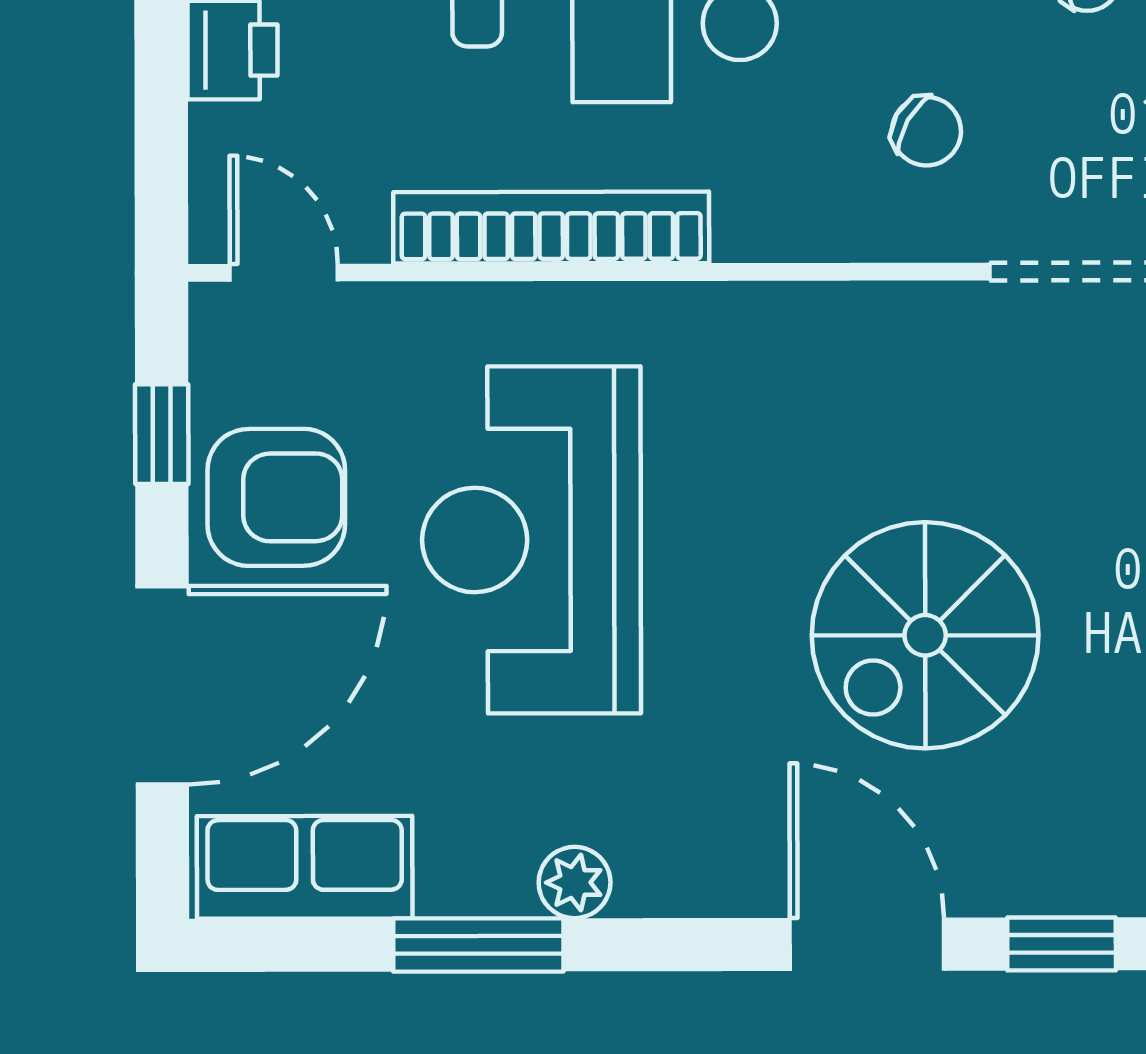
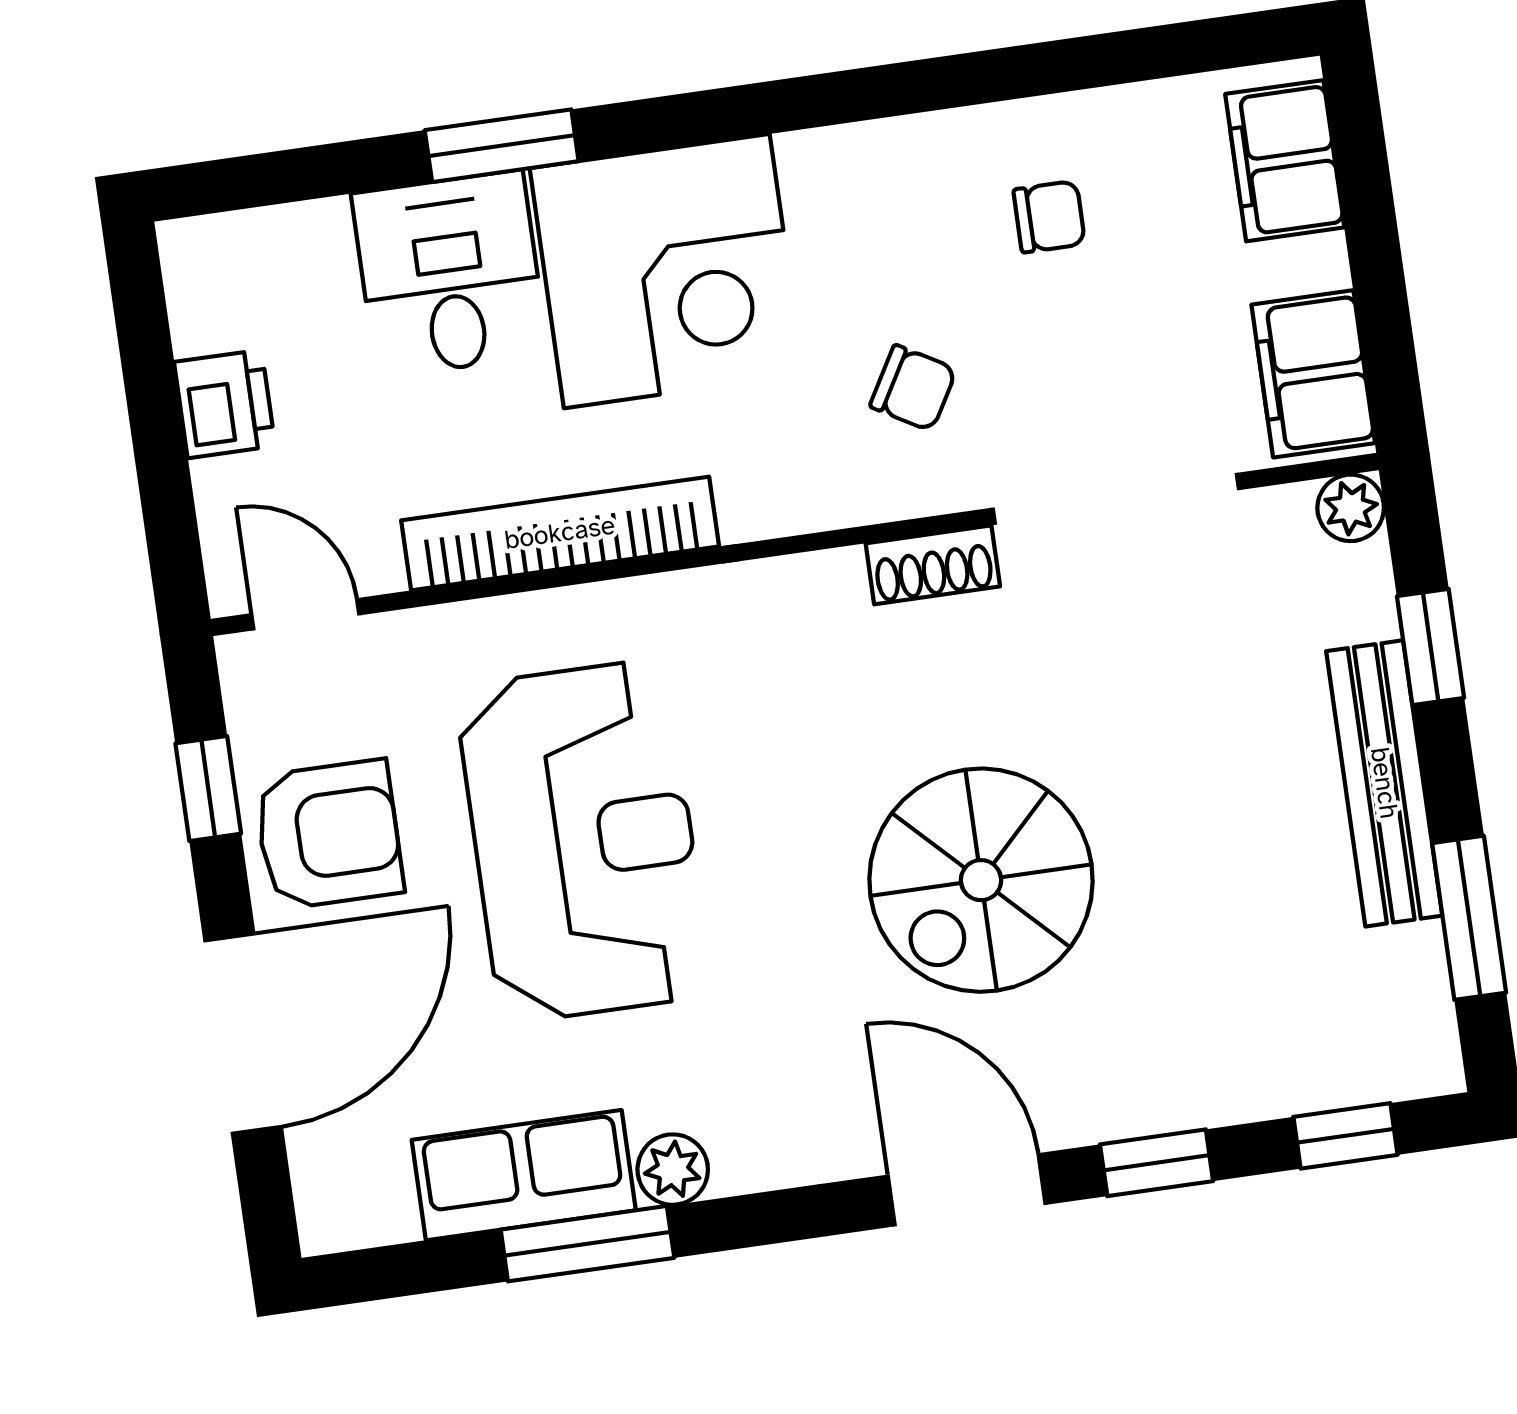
shoe rack: (921, 312) -> (933, 565), added
reception desk: (531, 540) -> (584, 841), turned 180
row of seats: (305, 867) -> (524, 1175), moved

